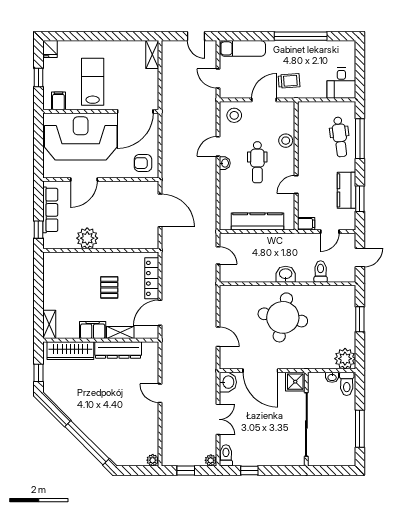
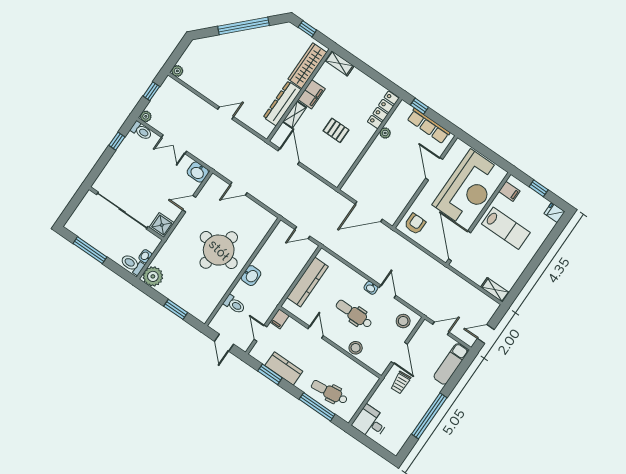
plant: (87, 238) -> (385, 133), width x0.53, depth x0.53
locker: (152, 278) -> (383, 110), moved, turned -90
door: (260, 371) -> (189, 204), width x0.53
window: (87, 443) -> (244, 26), moved

